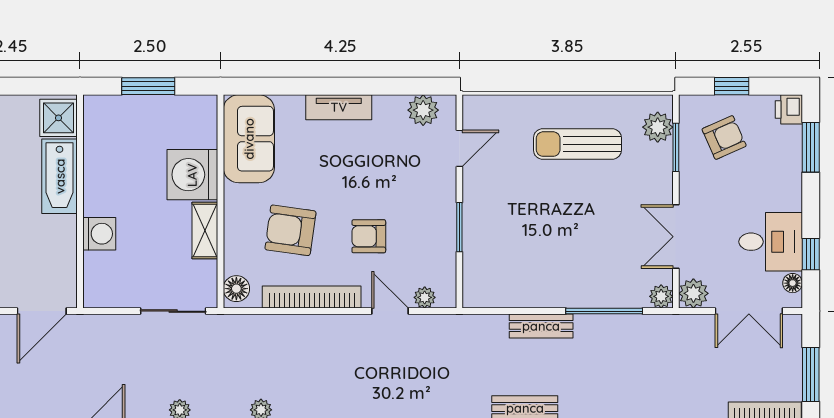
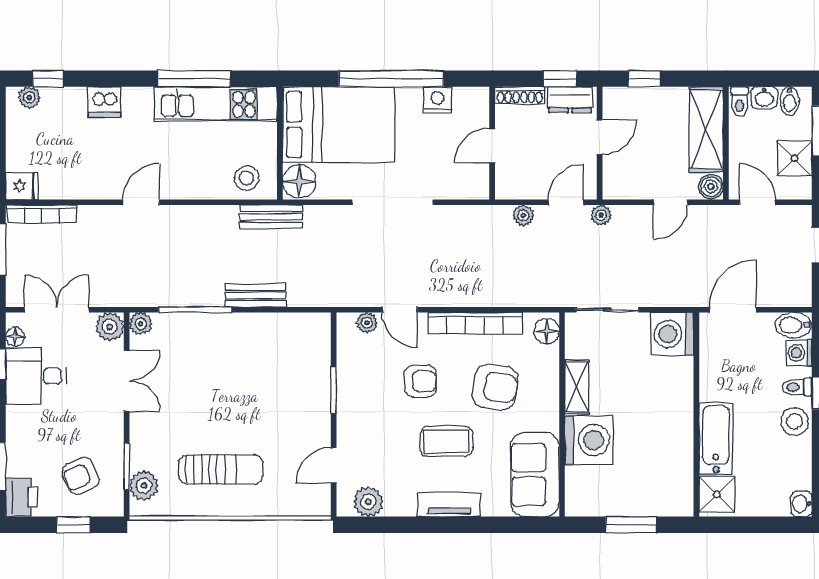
printer: (789, 109) -> (22, 497), width x1.36, depth x1.24
coffee table: (341, 174) -> (446, 441), added
washing machine: (99, 234) -> (672, 334), moved, width x1.37, depth x1.37

